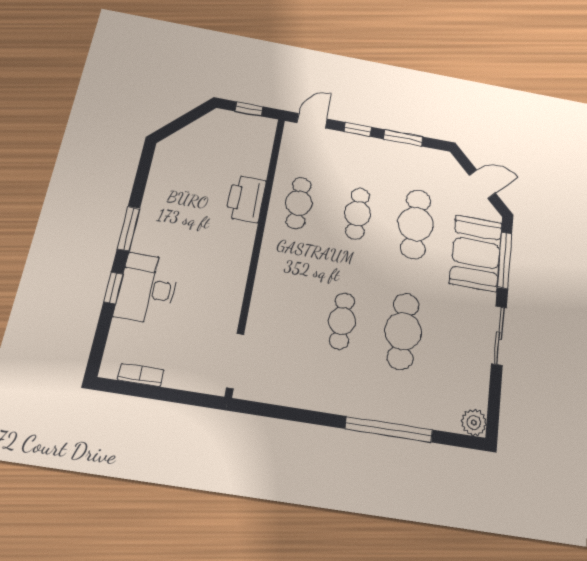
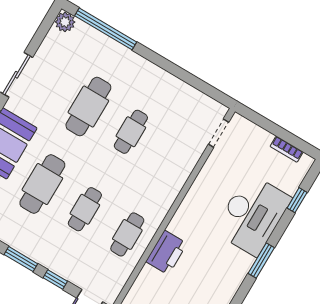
window: (113, 288) -> (297, 200), moved
desk: (147, 288) -> (252, 215), width x1.36, depth x1.30
doorway: (235, 361) -> (219, 133), width x0.73
window: (389, 429) -> (106, 29), moved

